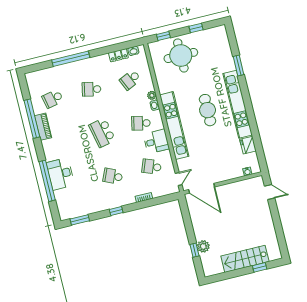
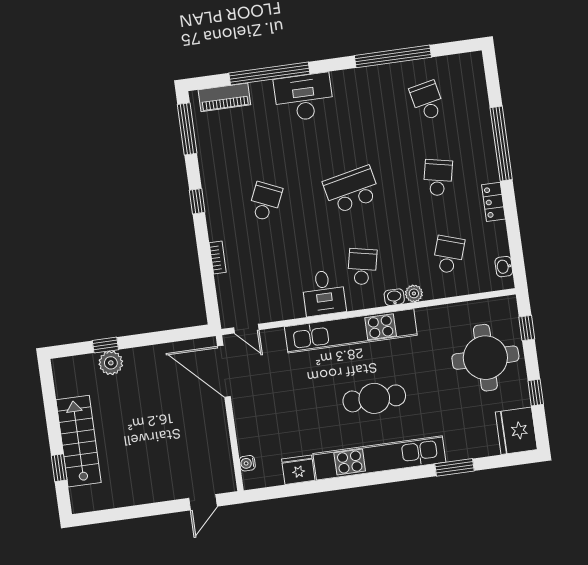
fridge: (217, 36) -> (516, 431), added
locker: (118, 55) -> (493, 202), moved
school desk: (130, 80) -> (449, 255), turned 42
piano: (43, 127) -> (224, 97), moved
school desk: (152, 167) -> (276, 279), removed
desk: (60, 174) -> (304, 97), moved
door: (202, 188) -> (224, 371), hinge flipped
window: (80, 220) -> (187, 129), width x1.44

